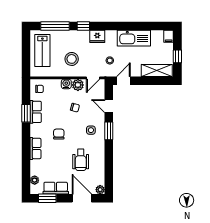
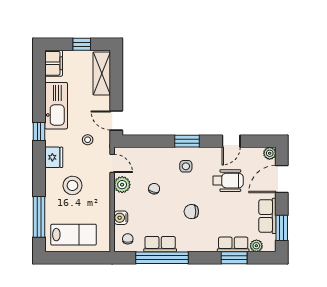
window: (83, 26) -> (39, 132), moved
filing cabinet: (169, 36) -> (54, 63), width x2.00
stool: (72, 59) -> (72, 185), moved
water cooler: (66, 84) -> (121, 218), moved
door: (109, 106) -> (231, 141), moved
window: (26, 113) -> (162, 258), width x2.11
row of seats: (35, 149) -> (233, 244), moved
window: (26, 164) -> (234, 258), added

